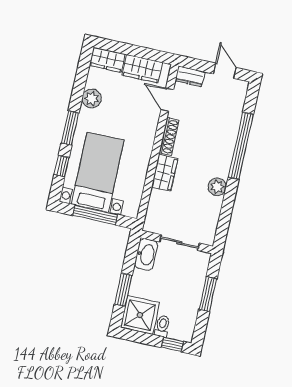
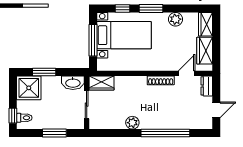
wardrobe: (165, 173) -> (102, 83), moved
toilet: (162, 326) -> (24, 118), moved

